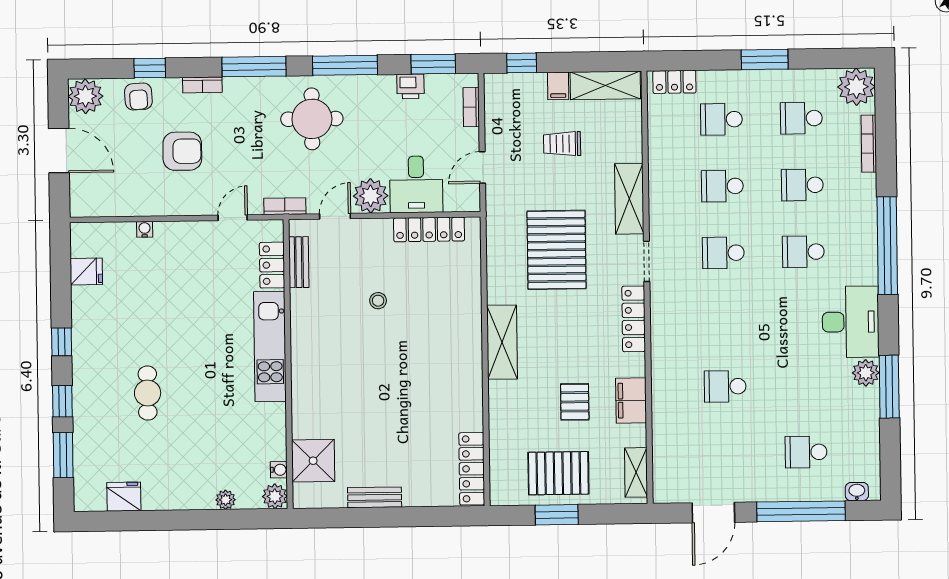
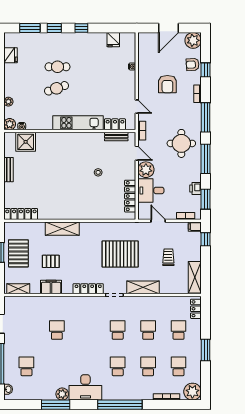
filing cabinet: (558, 86) -> (195, 227), moved
shelving: (502, 342) -> (62, 229), moved
cafe table: (195, 395) -> (57, 88), added

